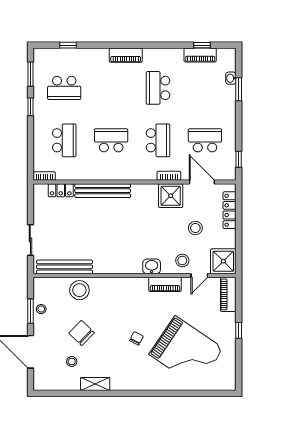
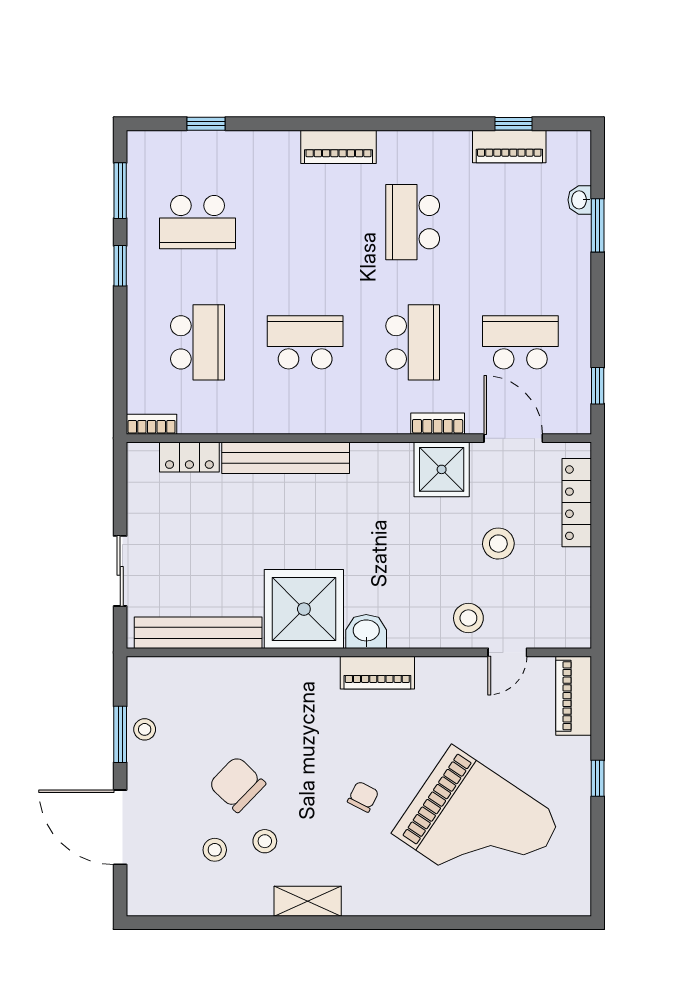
shower: (223, 261) -> (304, 609), moved, width x1.37, depth x1.37
washbasin: (152, 266) -> (366, 631), moved
piano: (165, 284) -> (377, 673), moved
stool: (79, 290) -> (265, 841), moved, width x0.53, depth x0.53
shelving: (95, 384) -> (308, 901), moved

